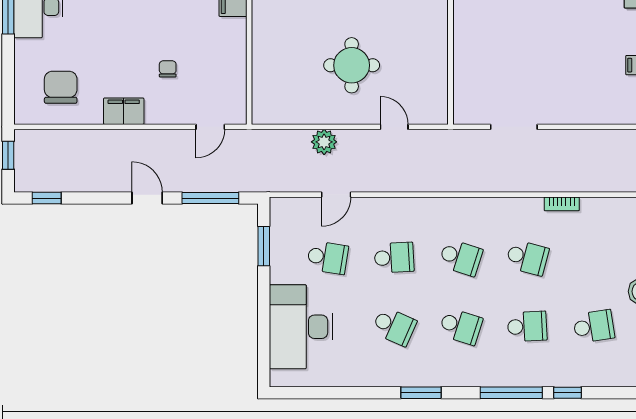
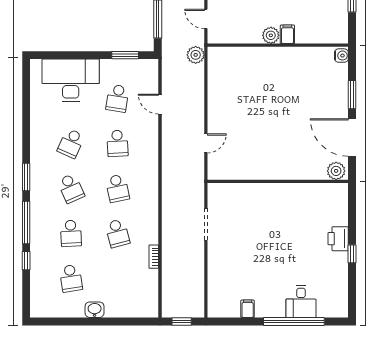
plant: (234, 31) -> (271, 35), added
round table: (352, 65) -> (247, 115), removed
plant: (324, 142) -> (196, 55), moved
school desk: (461, 258) -> (117, 188), turned -30
school desk: (527, 258) -> (117, 233), turned -30
school desk: (461, 326) -> (71, 188), turned -42
window: (421, 393) -> (26, 177), moved

